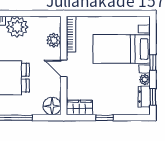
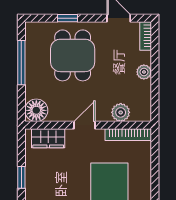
plant: (17, 27) -> (144, 72), width x0.53, depth x0.53
wardrobe: (79, 107) -> (48, 138), moved, turned 90

